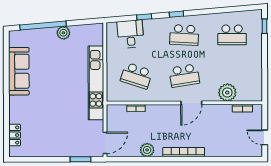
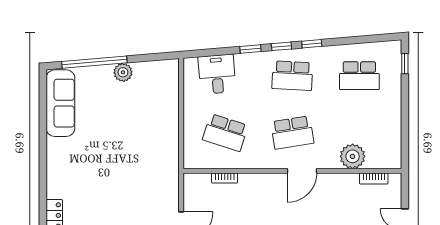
window: (198, 12) -> (312, 44), added
window: (144, 17) -> (250, 49), moved
sofa: (19, 71) -> (60, 103), moved
kitchen unit: (96, 83) -> (168, 143), removed

